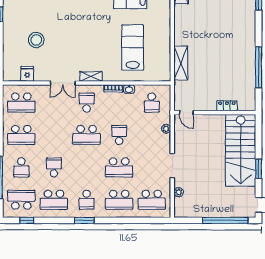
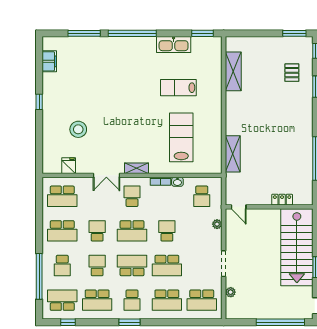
school desk: (54, 135) -> (97, 231), added
school desk: (87, 167) -> (132, 266), added

